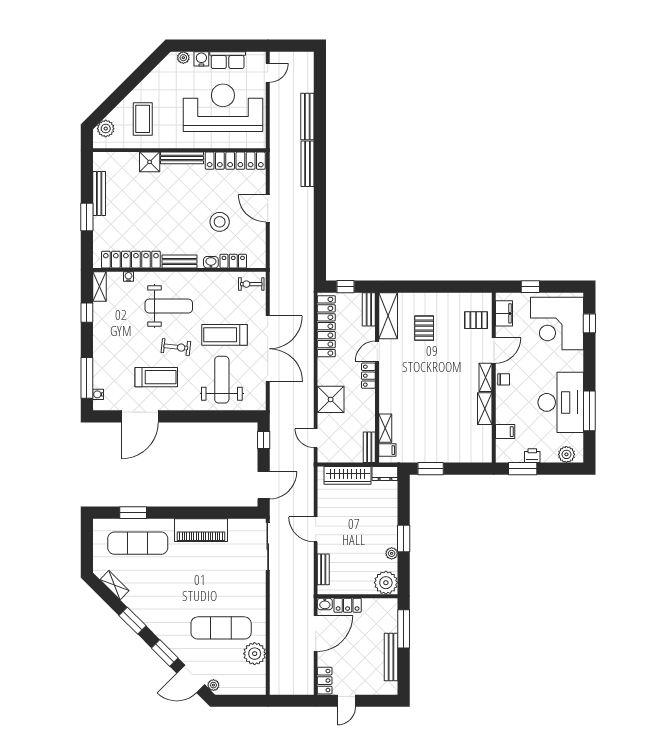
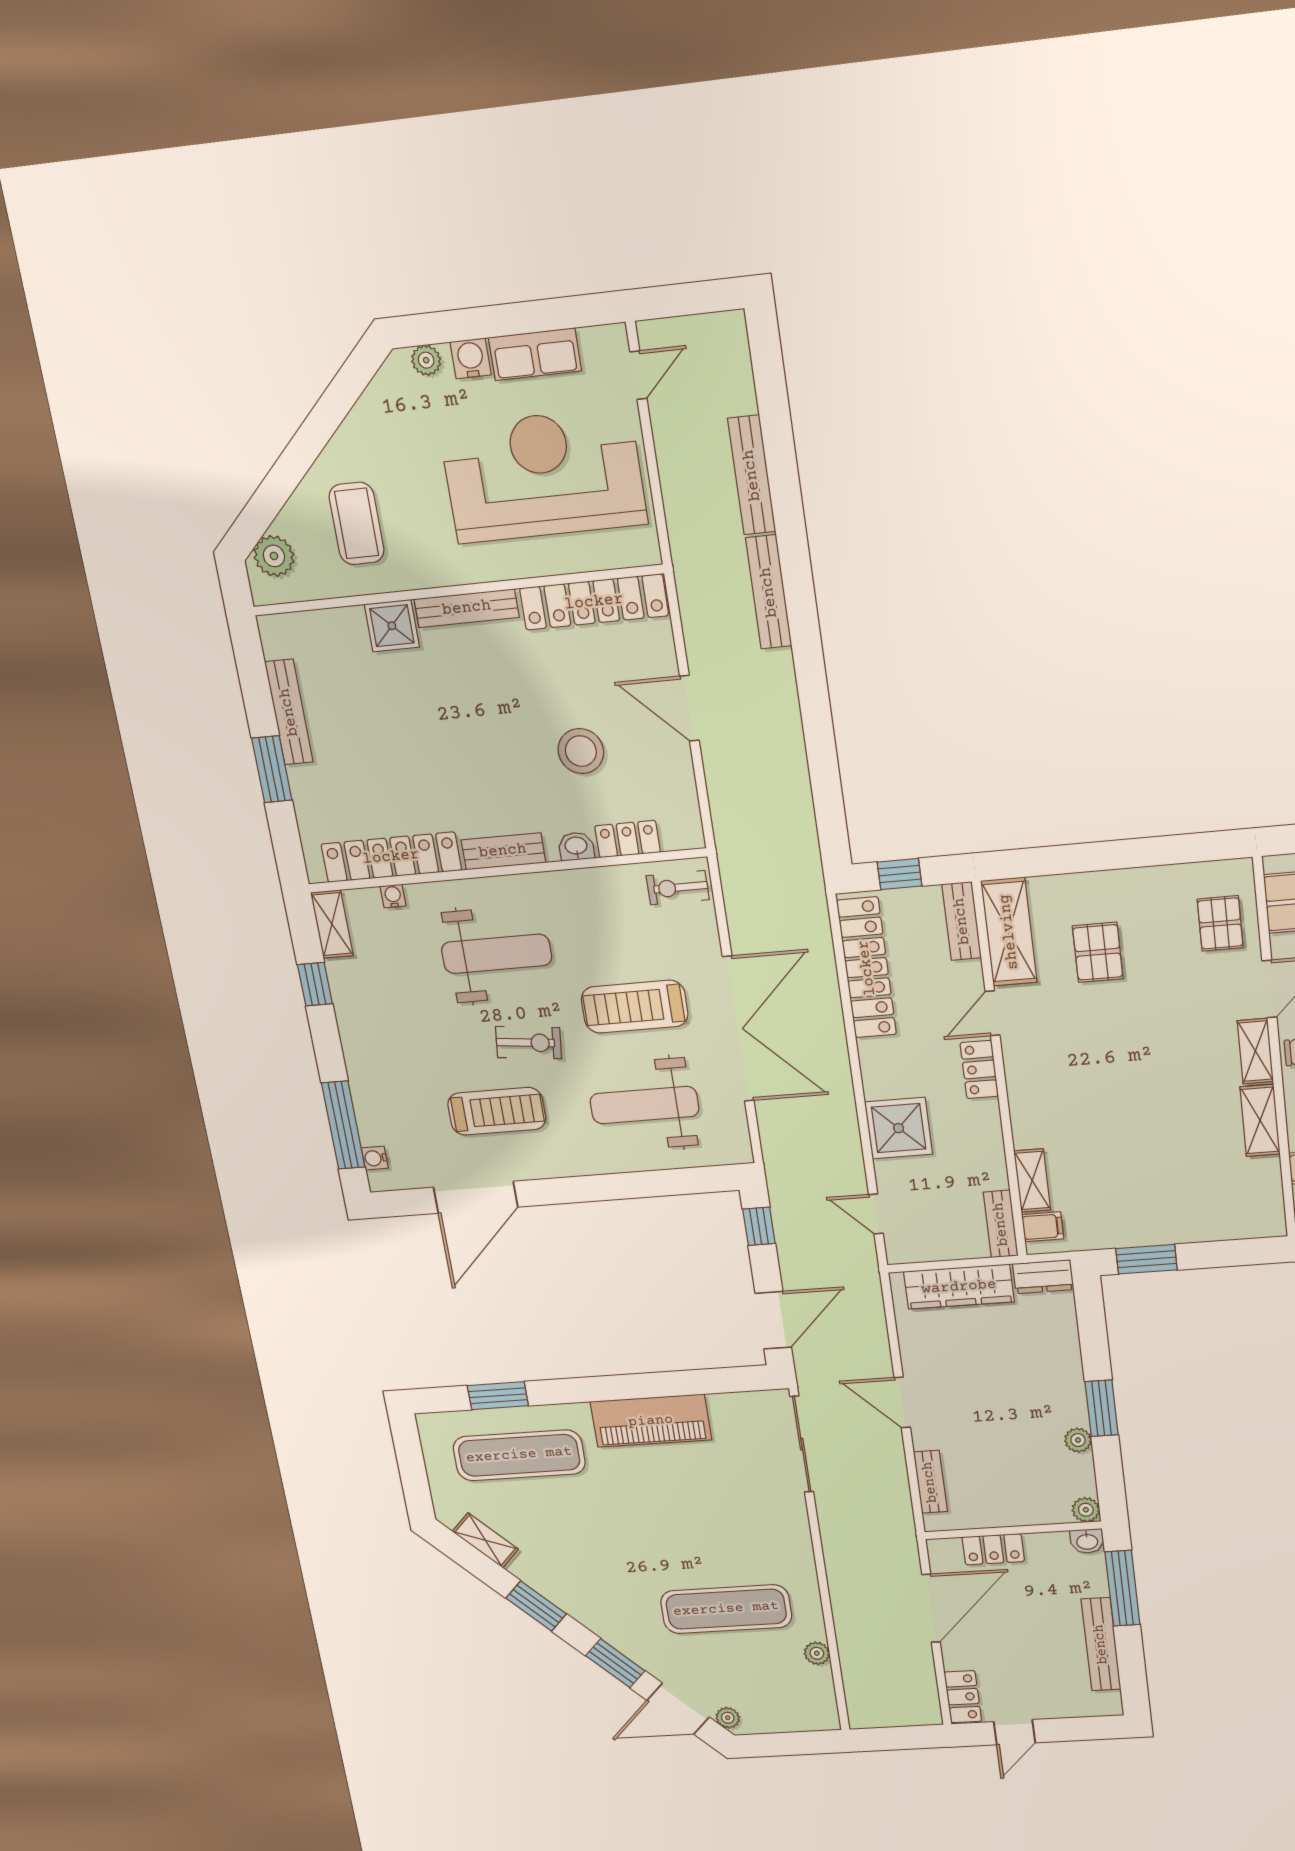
pallet: (476, 320) -> (1220, 923), turned 90
weight bench: (222, 380) -> (644, 1105), turned -90
plant: (386, 583) -> (1086, 1510), width x0.53, depth x0.53
washbasin: (325, 604) -> (1087, 1541), moved
plant: (255, 654) -> (817, 1653), width x0.53, depth x0.53

